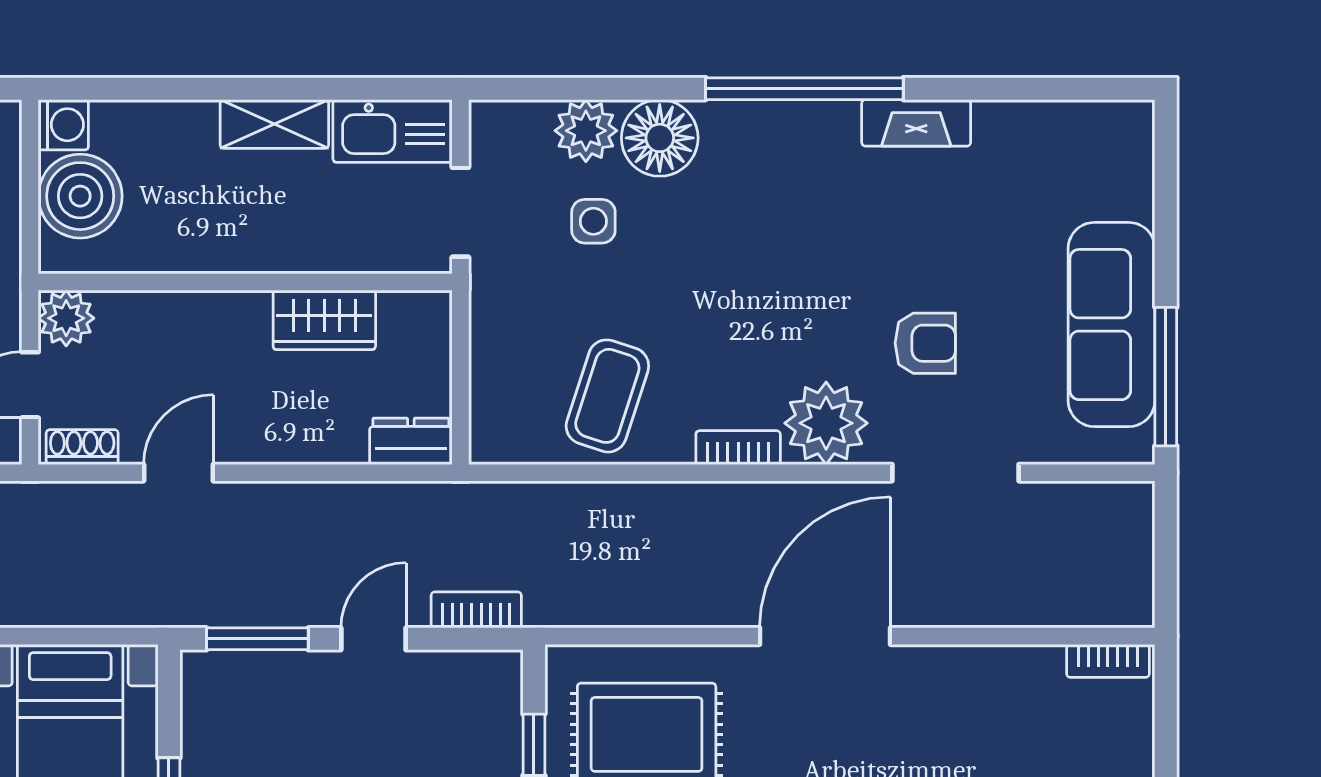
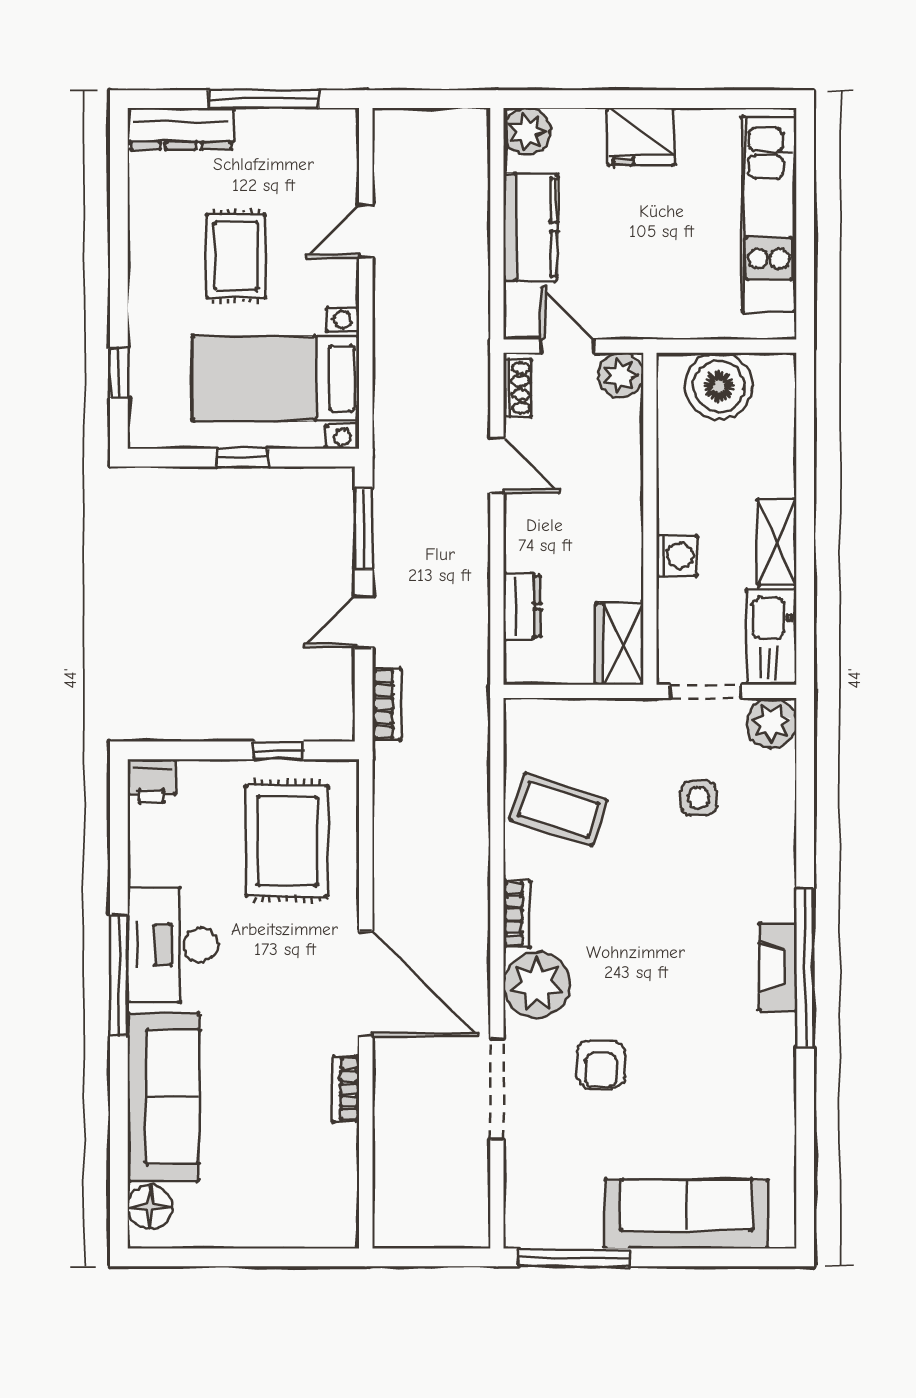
fireplace: (916, 123) -> (778, 967), moved
washing machine: (63, 125) -> (677, 556), moved, turned -90
plant: (586, 131) -> (771, 723), moved
floor lamp: (660, 138) -> (766, 851), removed
wardrobe: (324, 320) -> (619, 644), moved
sofa: (1112, 325) -> (687, 1214), moved
dresser: (411, 441) -> (522, 607), moved
door: (373, 639) -> (364, 622), swing flipped
bookcase: (1108, 661) -> (346, 1089), moved

